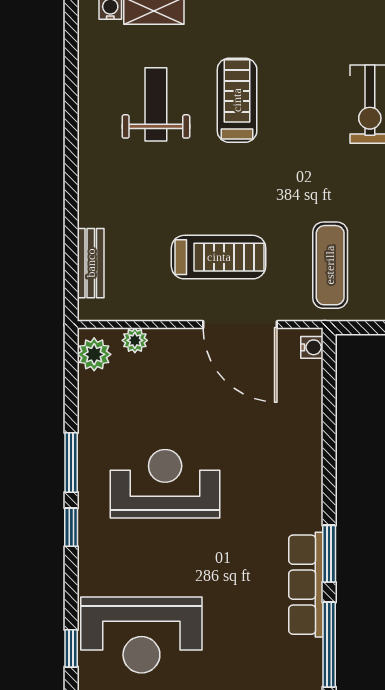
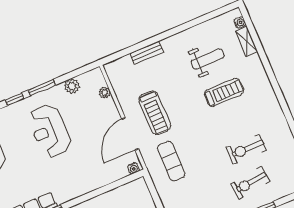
bench: (91, 263) -> (147, 53), moved
exercise mat: (330, 265) -> (171, 161), turned 90
plant: (94, 354) -> (72, 86), moved
reception desk: (165, 484) -> (50, 131), turned 180

